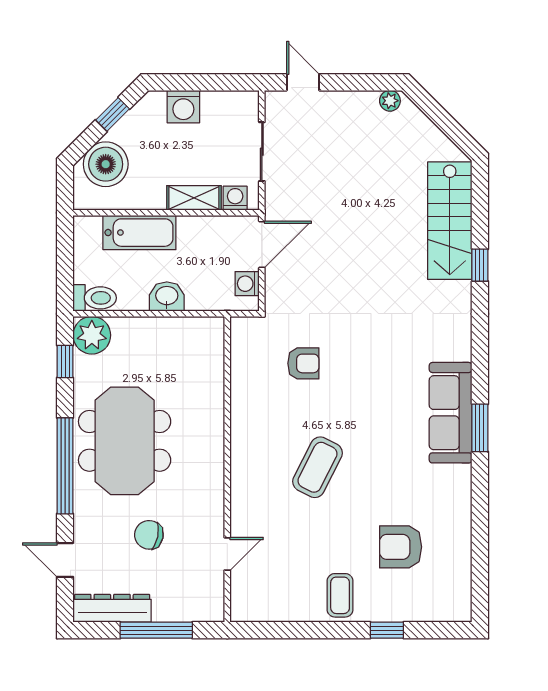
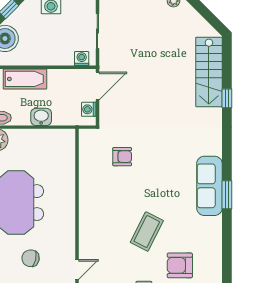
shelving: (194, 198) -> (57, 58), removed
coffee table: (318, 467) -> (147, 232), moved

